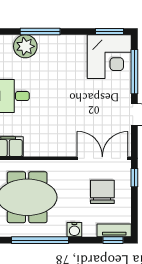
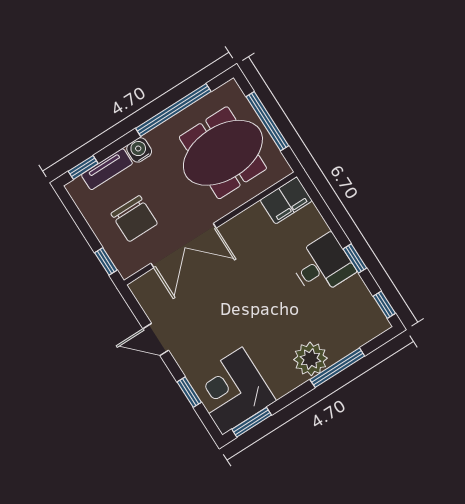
plant: (25, 46) -> (311, 359), moved
window: (134, 72) -> (189, 392), width x0.46
double door: (102, 158) -> (184, 246), moved
tv unit: (114, 230) -> (107, 169), moved

